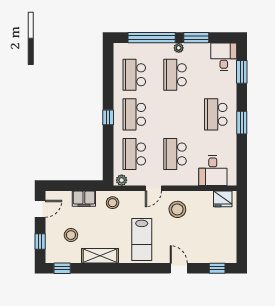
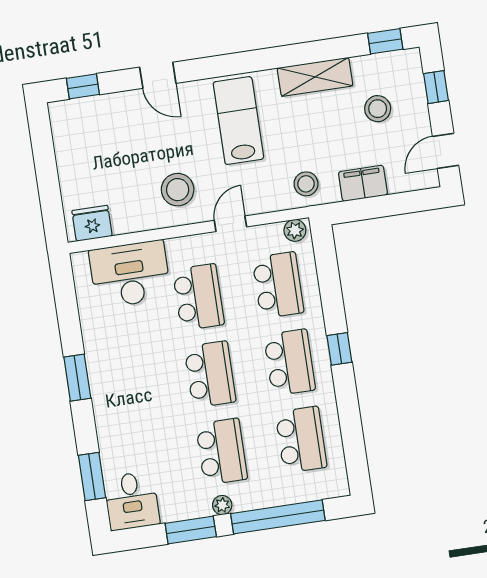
school desk: (216, 114) -> (210, 374), moved
desk: (213, 171) -> (130, 274), width x1.37

